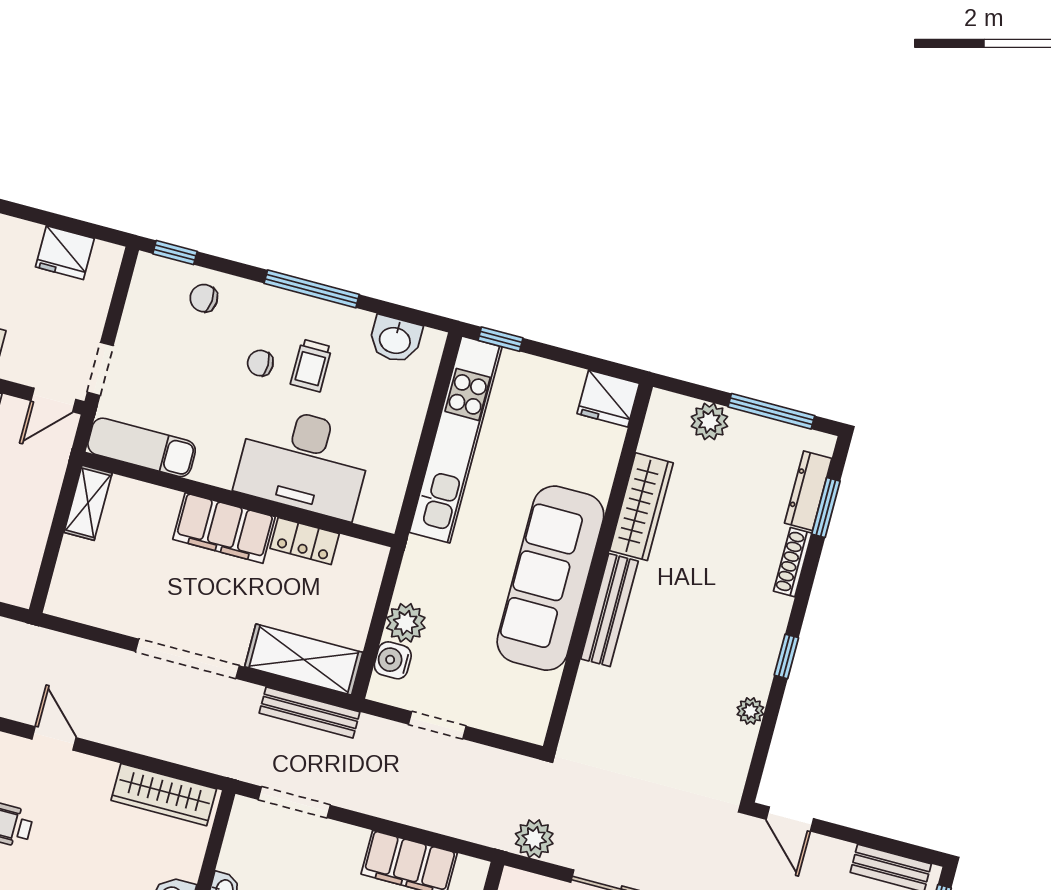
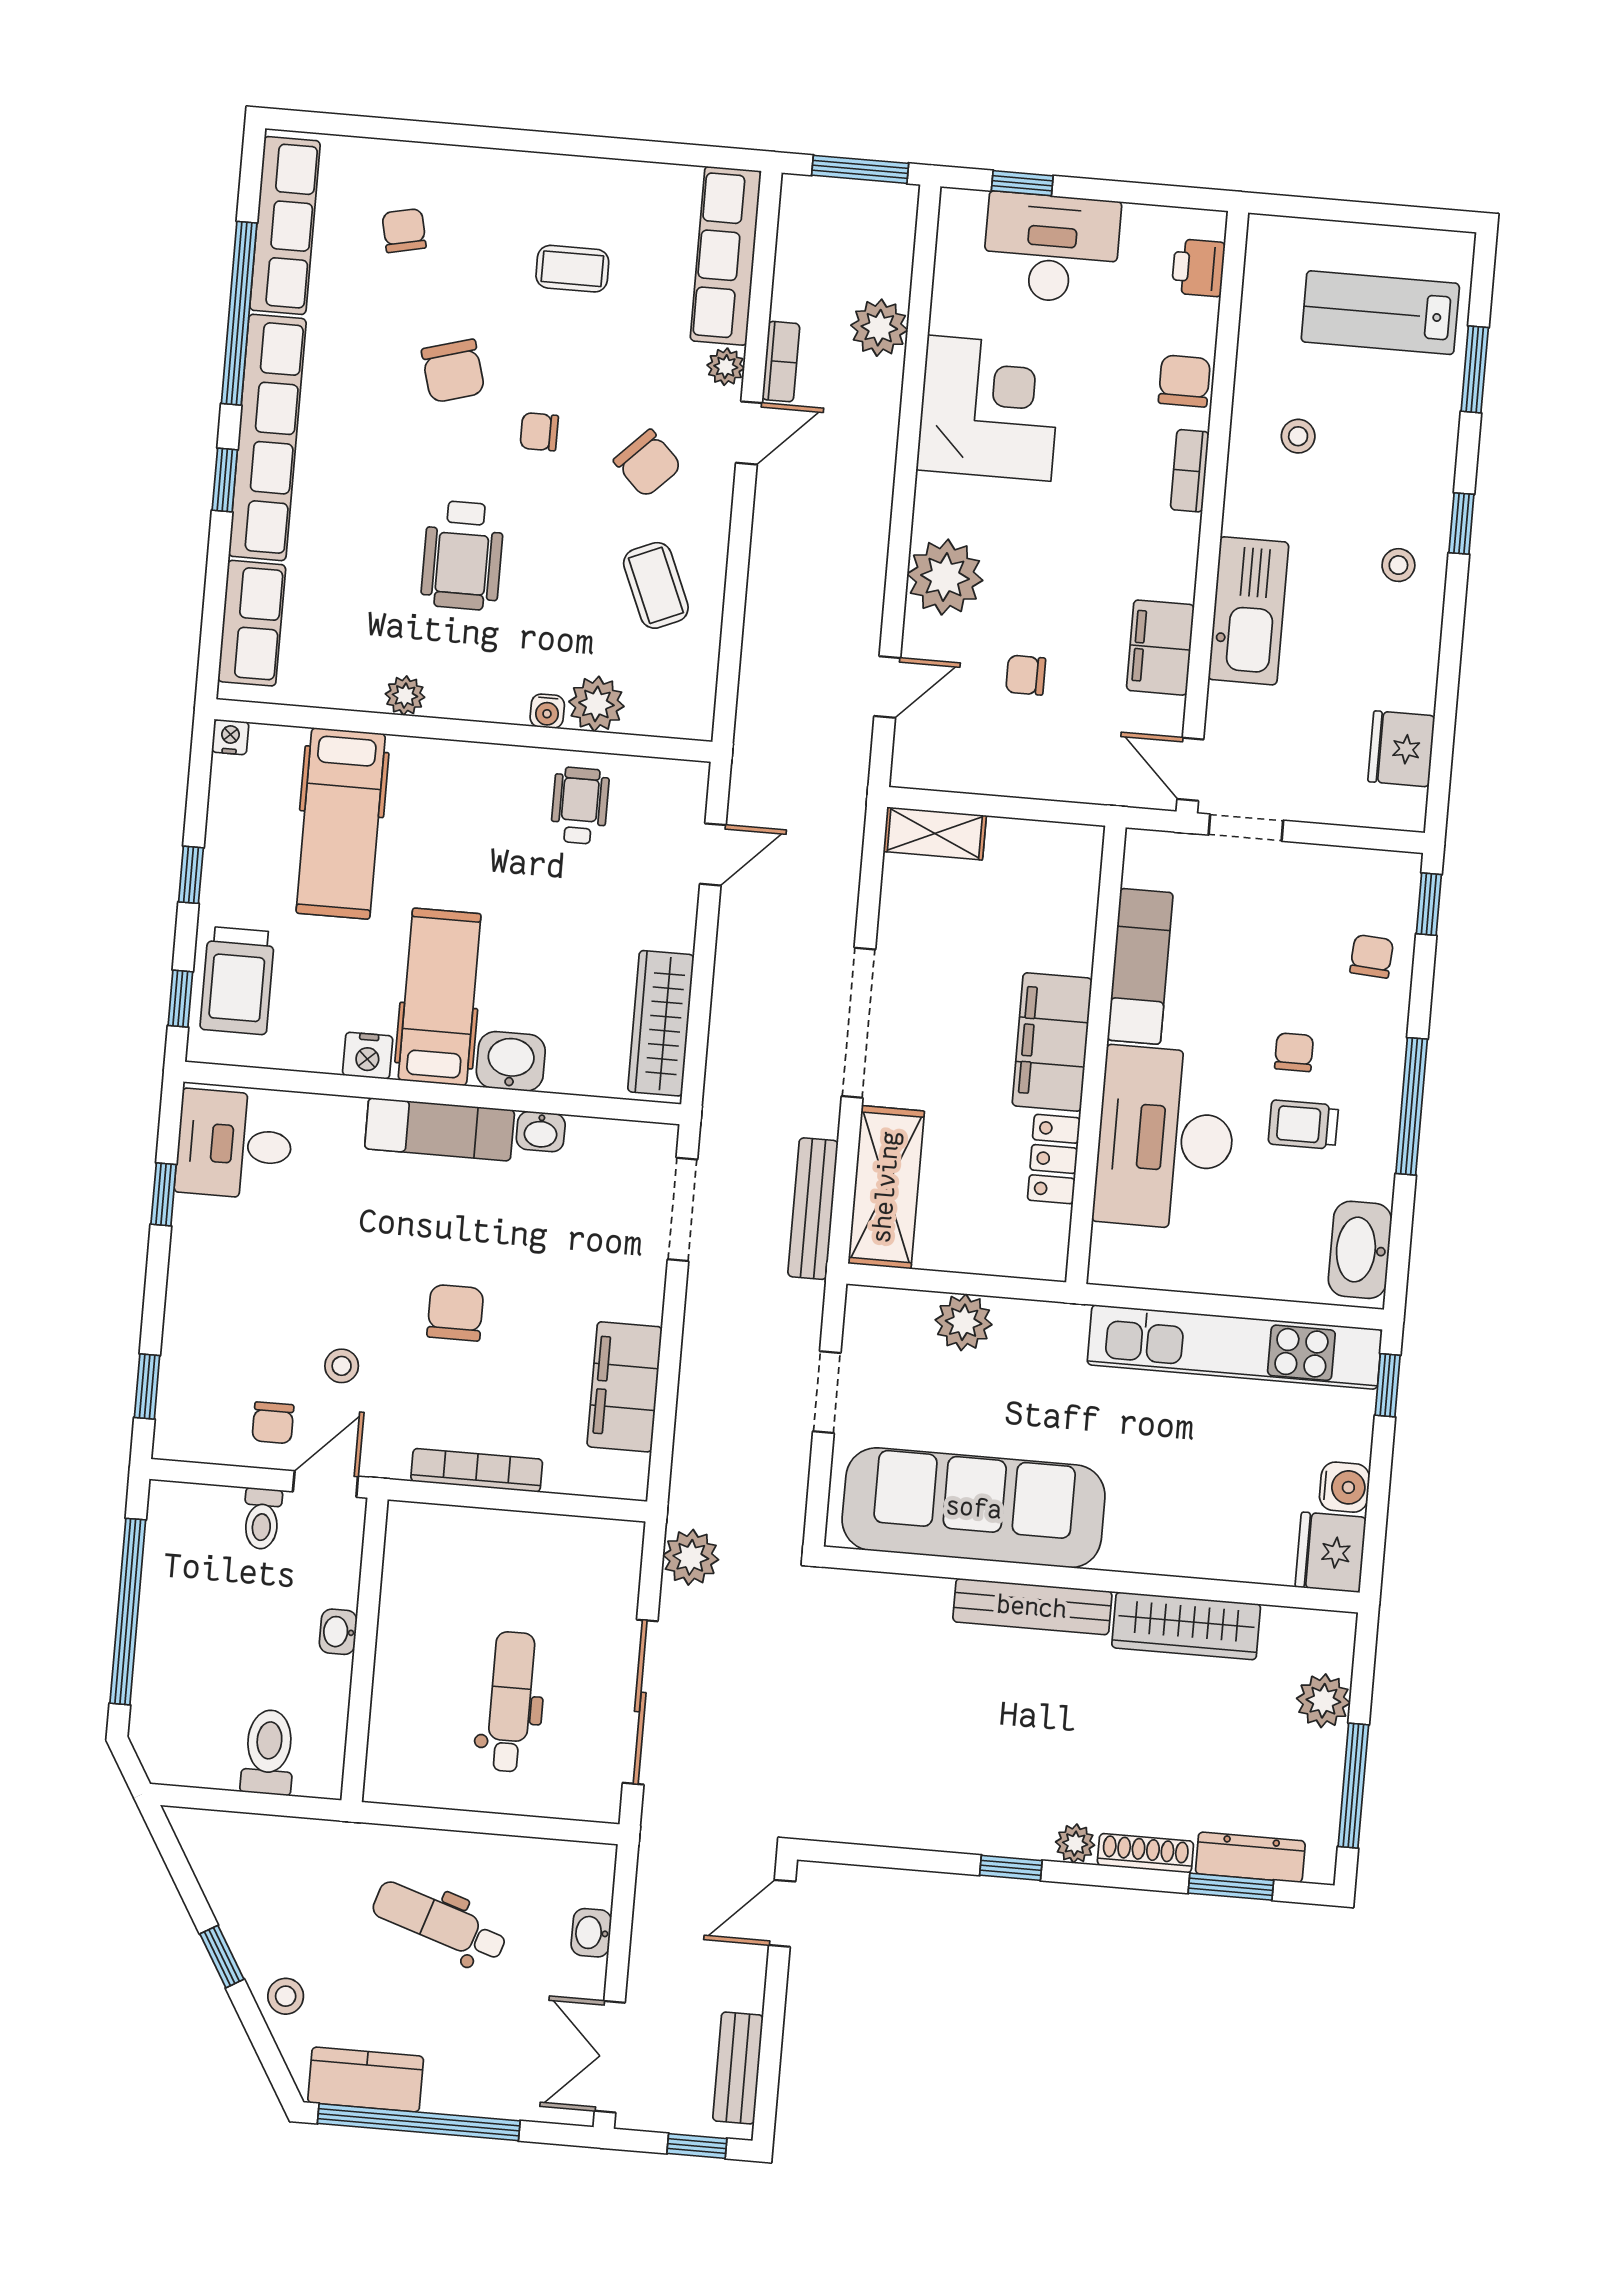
washbasin: (395, 339) -> (1360, 1250), width x1.38
exam couch: (142, 447) -> (1140, 966), moved
shelving: (88, 503) -> (935, 833), moved
sofa: (550, 578) -> (974, 1508), moved
water cooler: (393, 660) -> (1345, 1487), moved, turned 90
plant: (750, 711) -> (1075, 1844), moved

